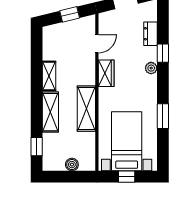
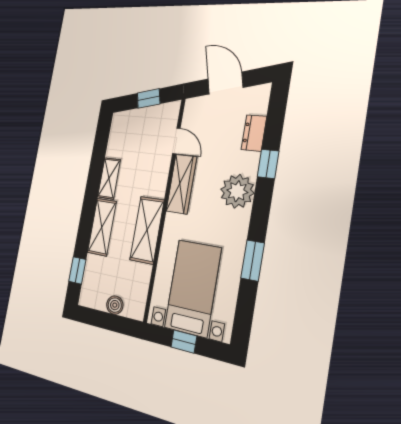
door: (97, 44) -> (176, 141), hinge flipped
plant: (151, 68) -> (237, 191), width x1.88, depth x1.88
wardrobe: (106, 73) -> (181, 184), width x1.50

